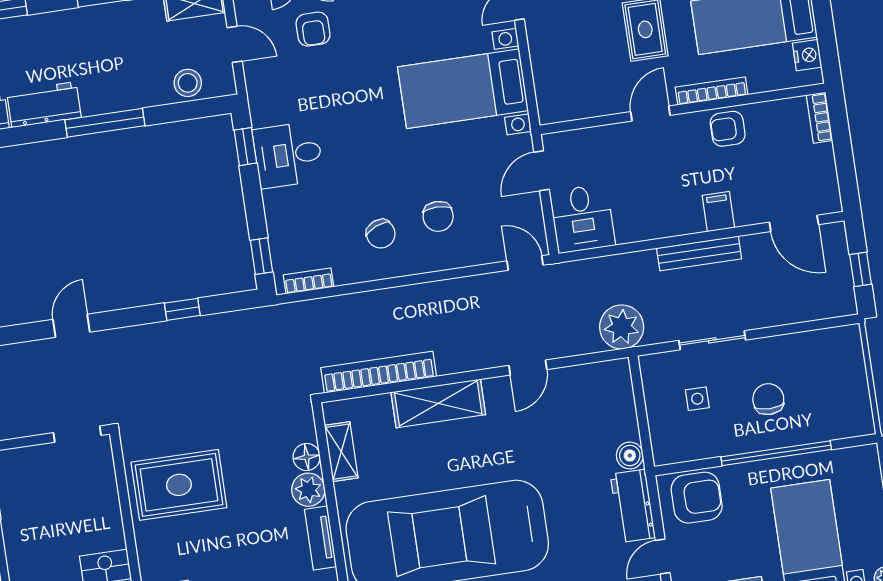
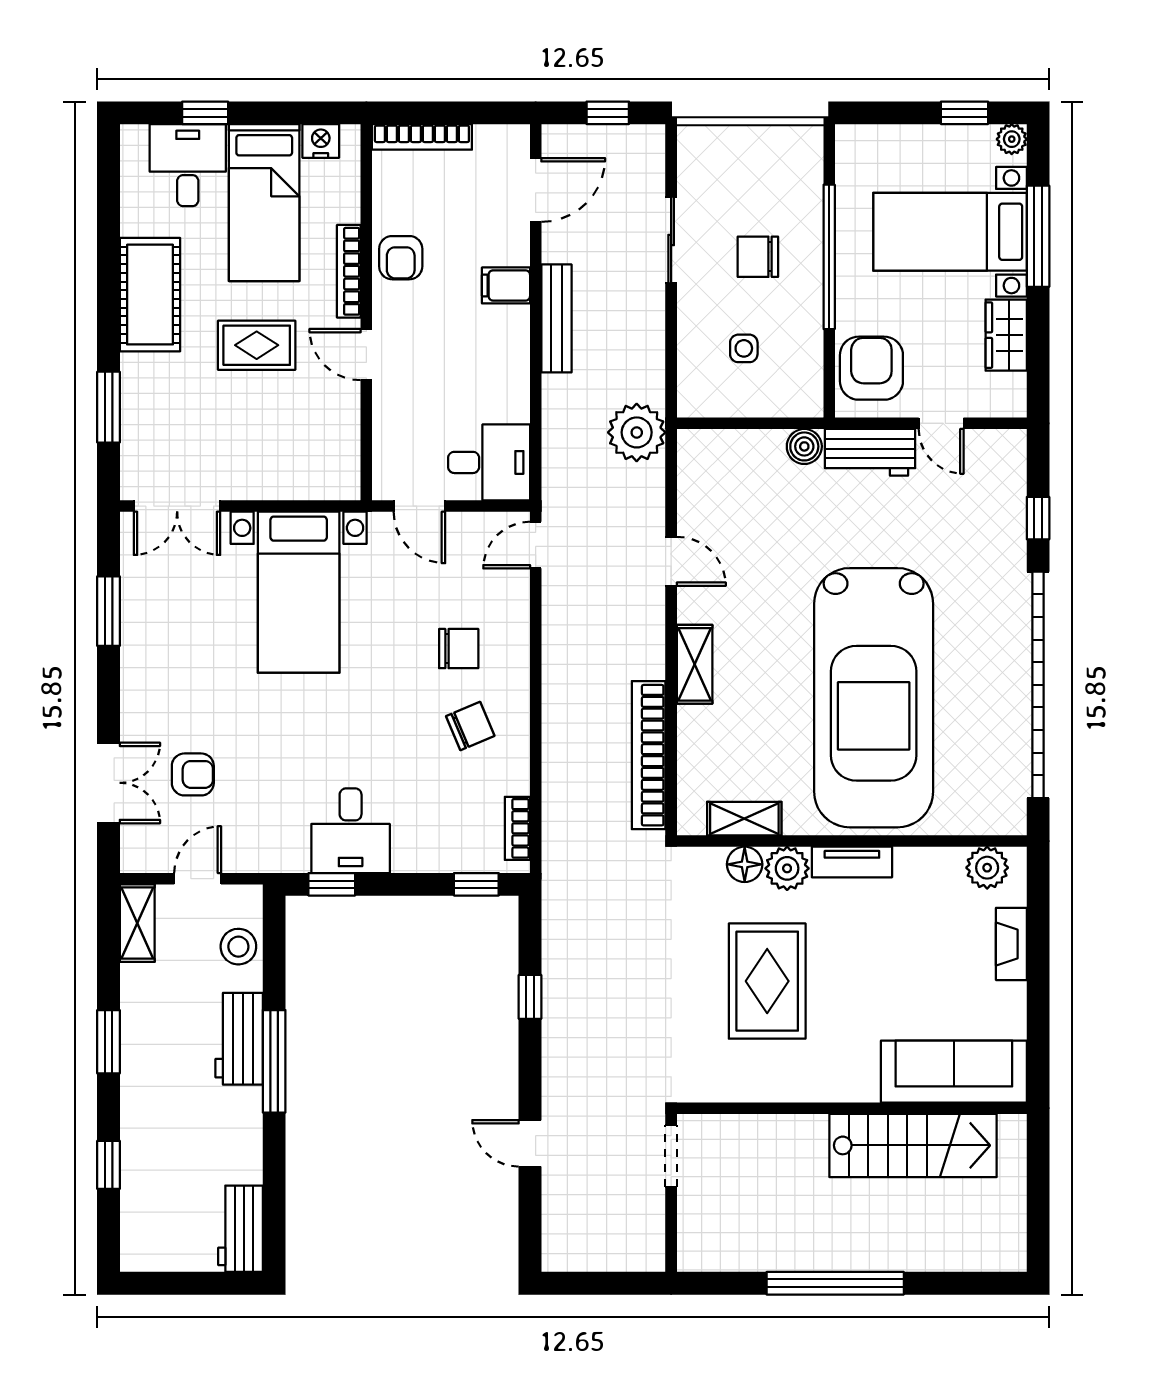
workbench: (44, 105) -> (239, 1039), moved
bookcase: (819, 118) -> (422, 137), width x1.56
sliding door: (712, 340) -> (671, 240), moved
shelving: (438, 403) -> (695, 664), width x0.67, depth x0.75
rug: (179, 485) -> (767, 981), moved

